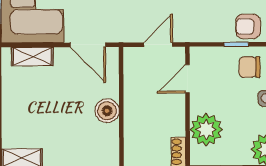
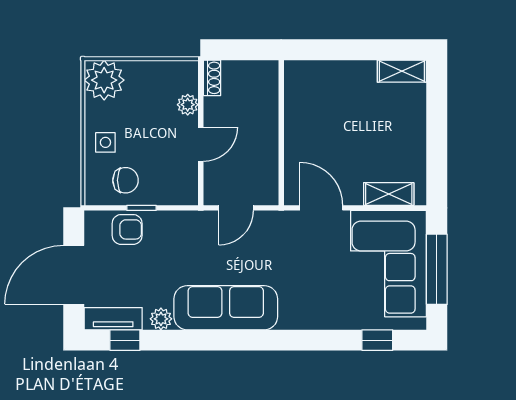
door: (187, 79) -> (201, 144), moved
boiler: (107, 111) -> (298, 128), removed
plant: (206, 130) -> (188, 105), width x0.53, depth x0.53

